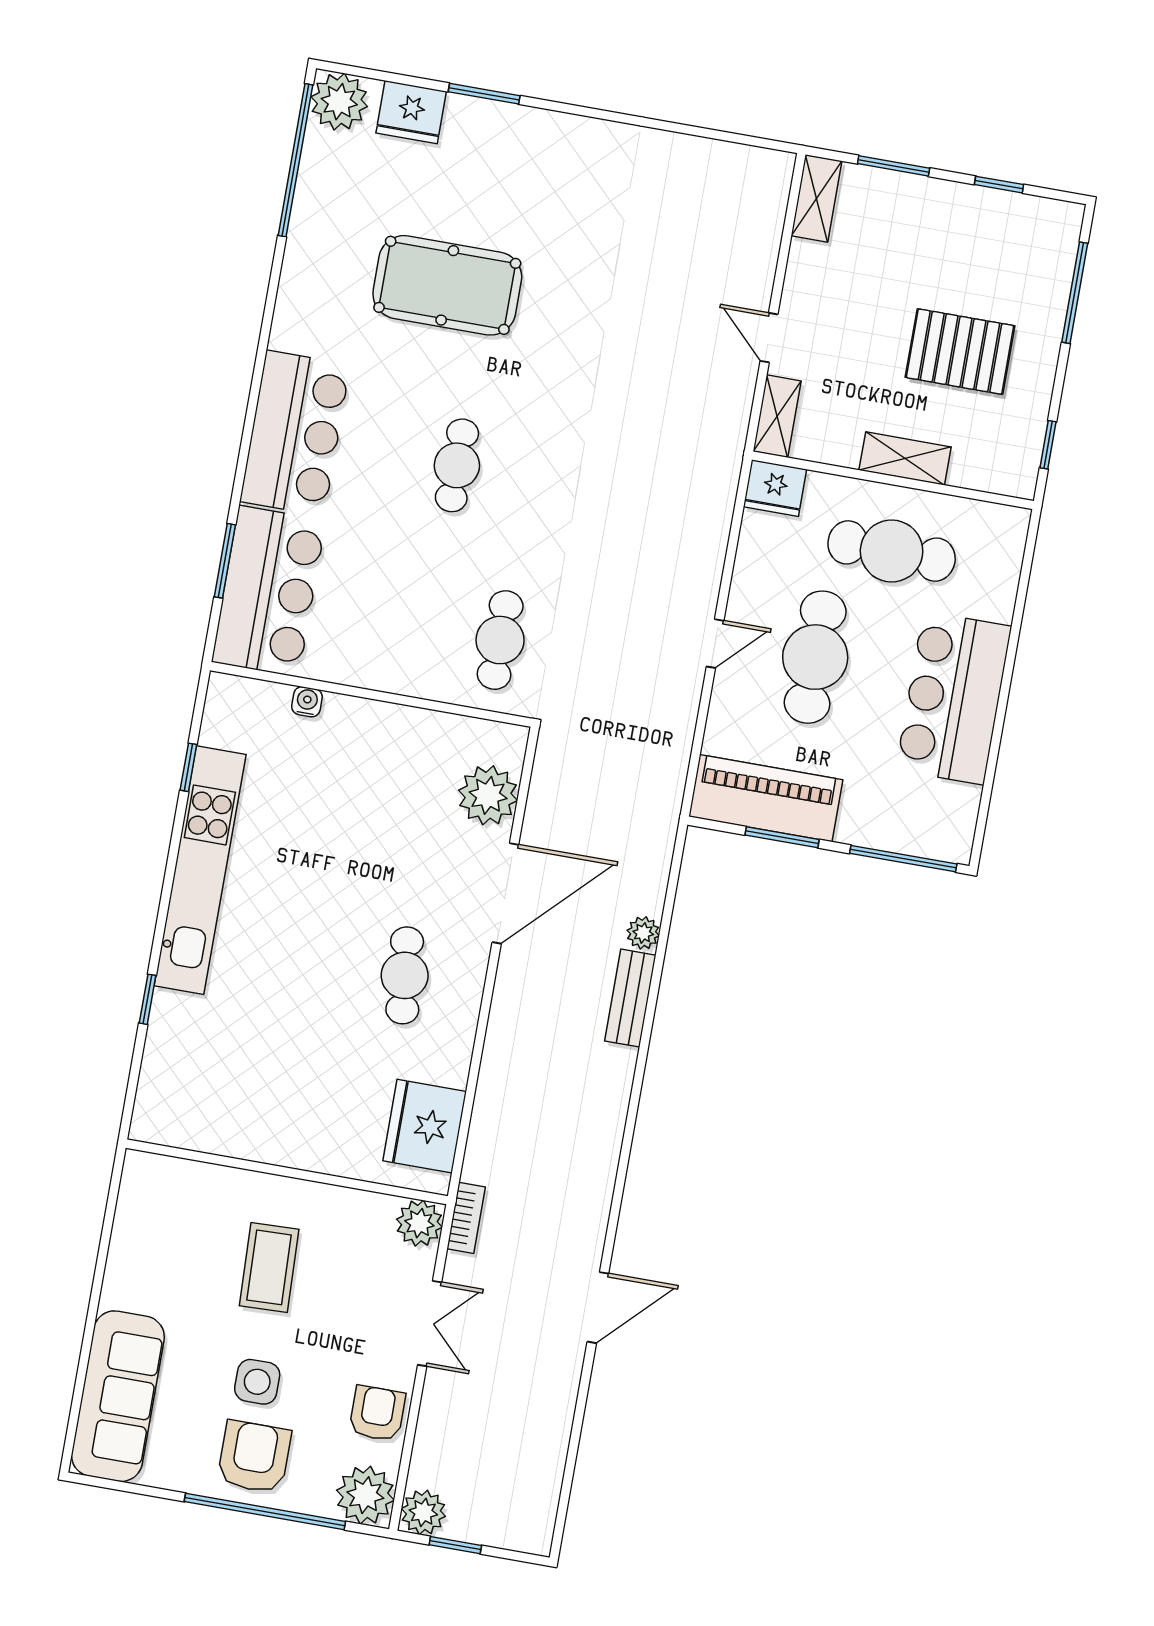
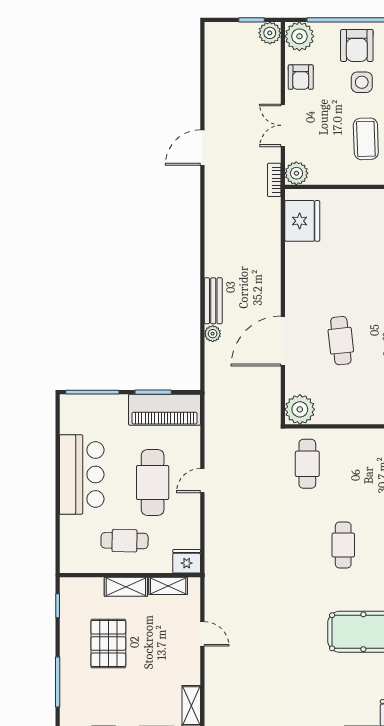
pallet: (960, 352) -> (108, 644), turned 90
shelving: (777, 416) -> (168, 586), moved, turned 90
cafe table: (892, 551) -> (125, 541), width x0.73, depth x0.74
plant: (488, 795) -> (300, 409), moved
cafe table: (405, 975) -> (341, 341), moved

